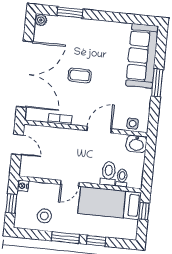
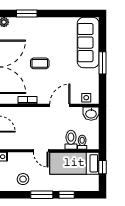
door: (70, 183) -> (41, 151), hinge flipped

